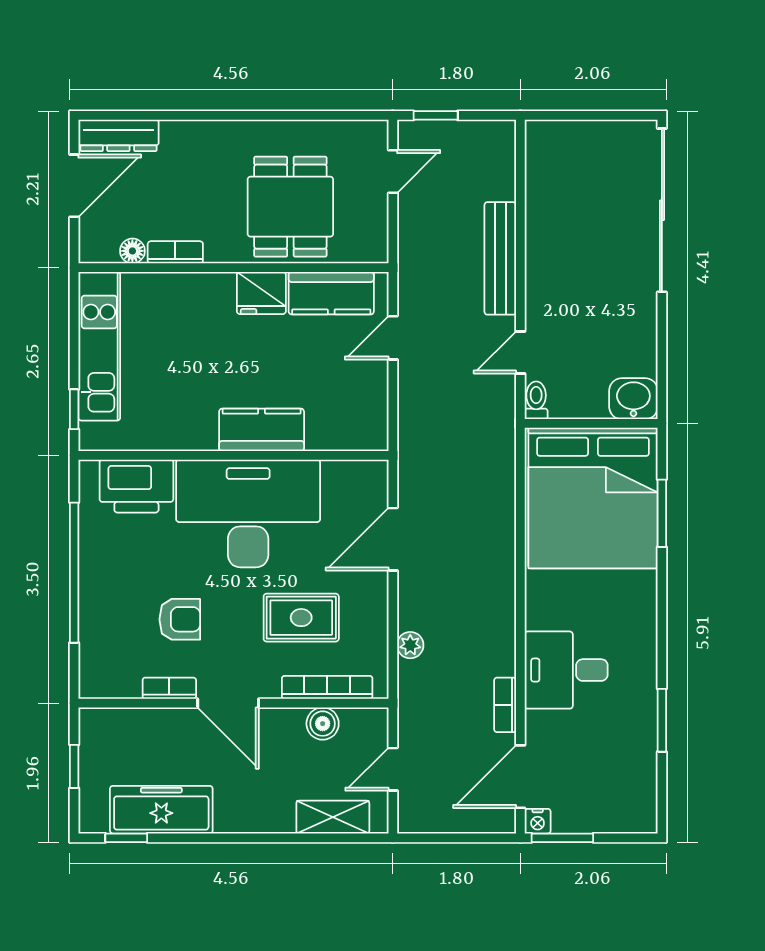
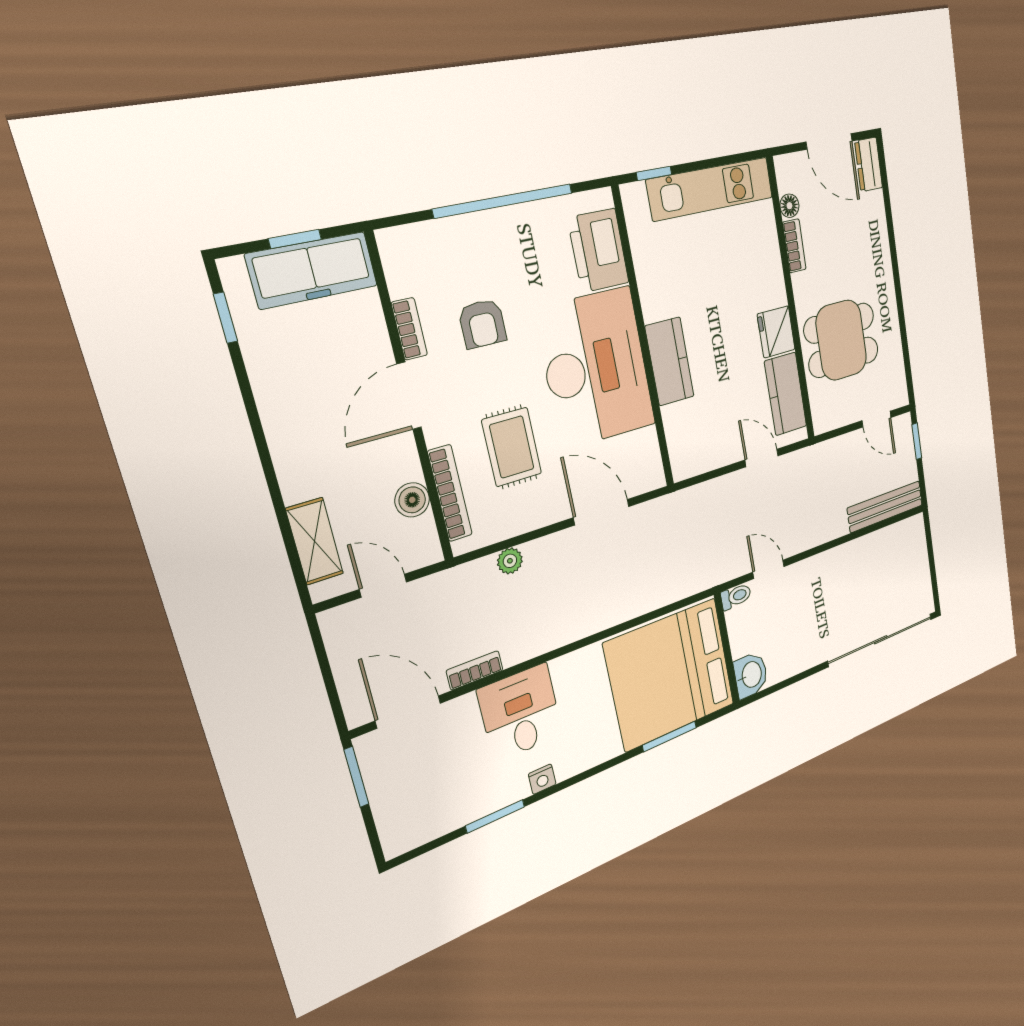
dresser: (118, 135) -> (869, 165), width x0.70
bench: (500, 258) -> (885, 507), moved
freezer: (161, 810) -> (312, 270), moved, turned 90
nightstand: (538, 821) -> (542, 779), moved, turned -90

